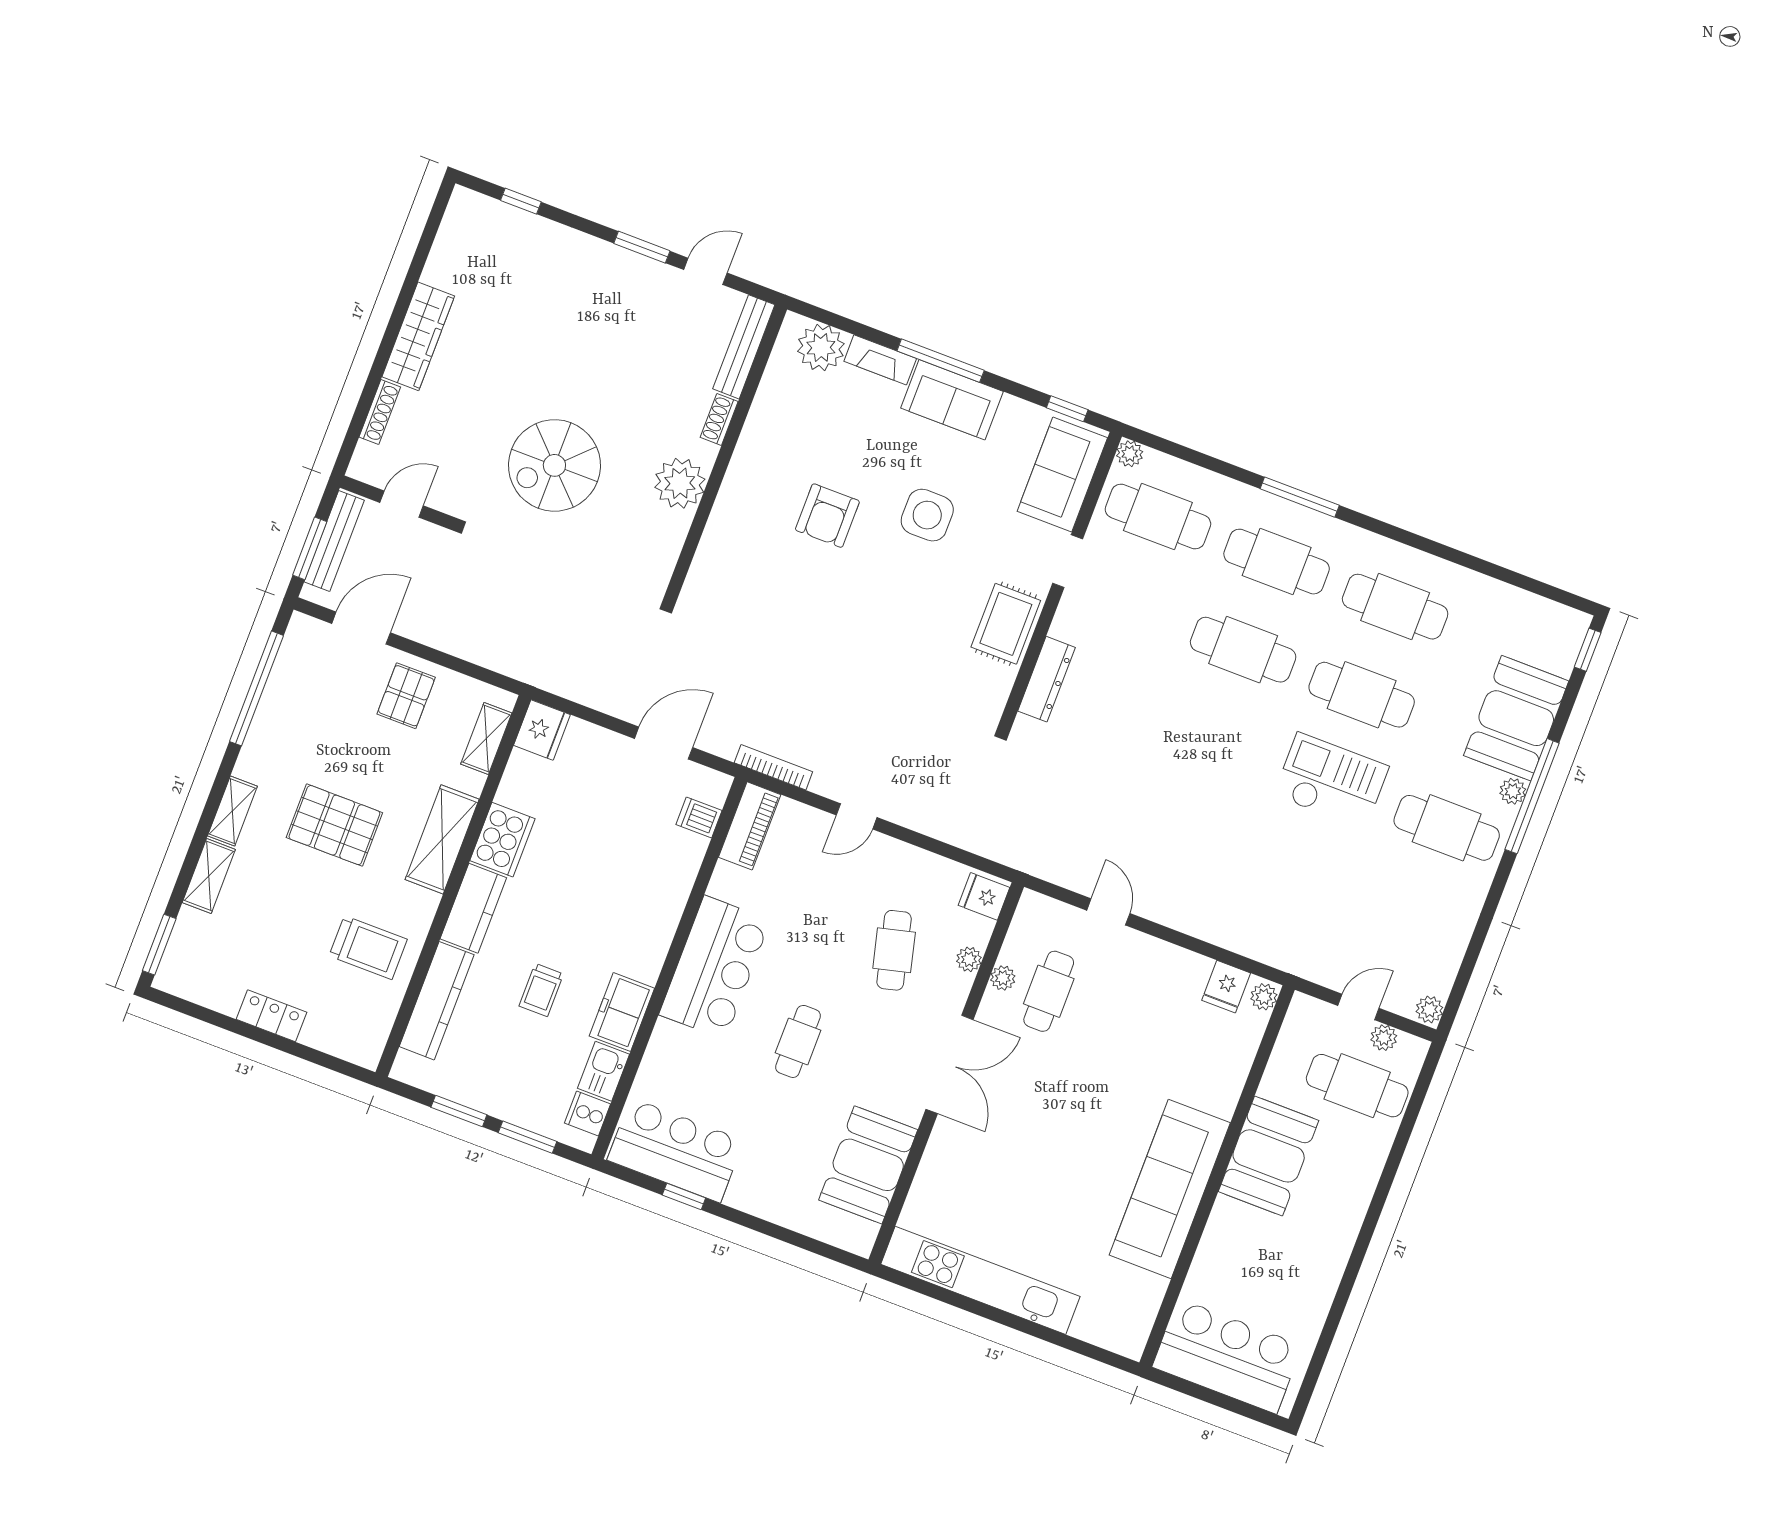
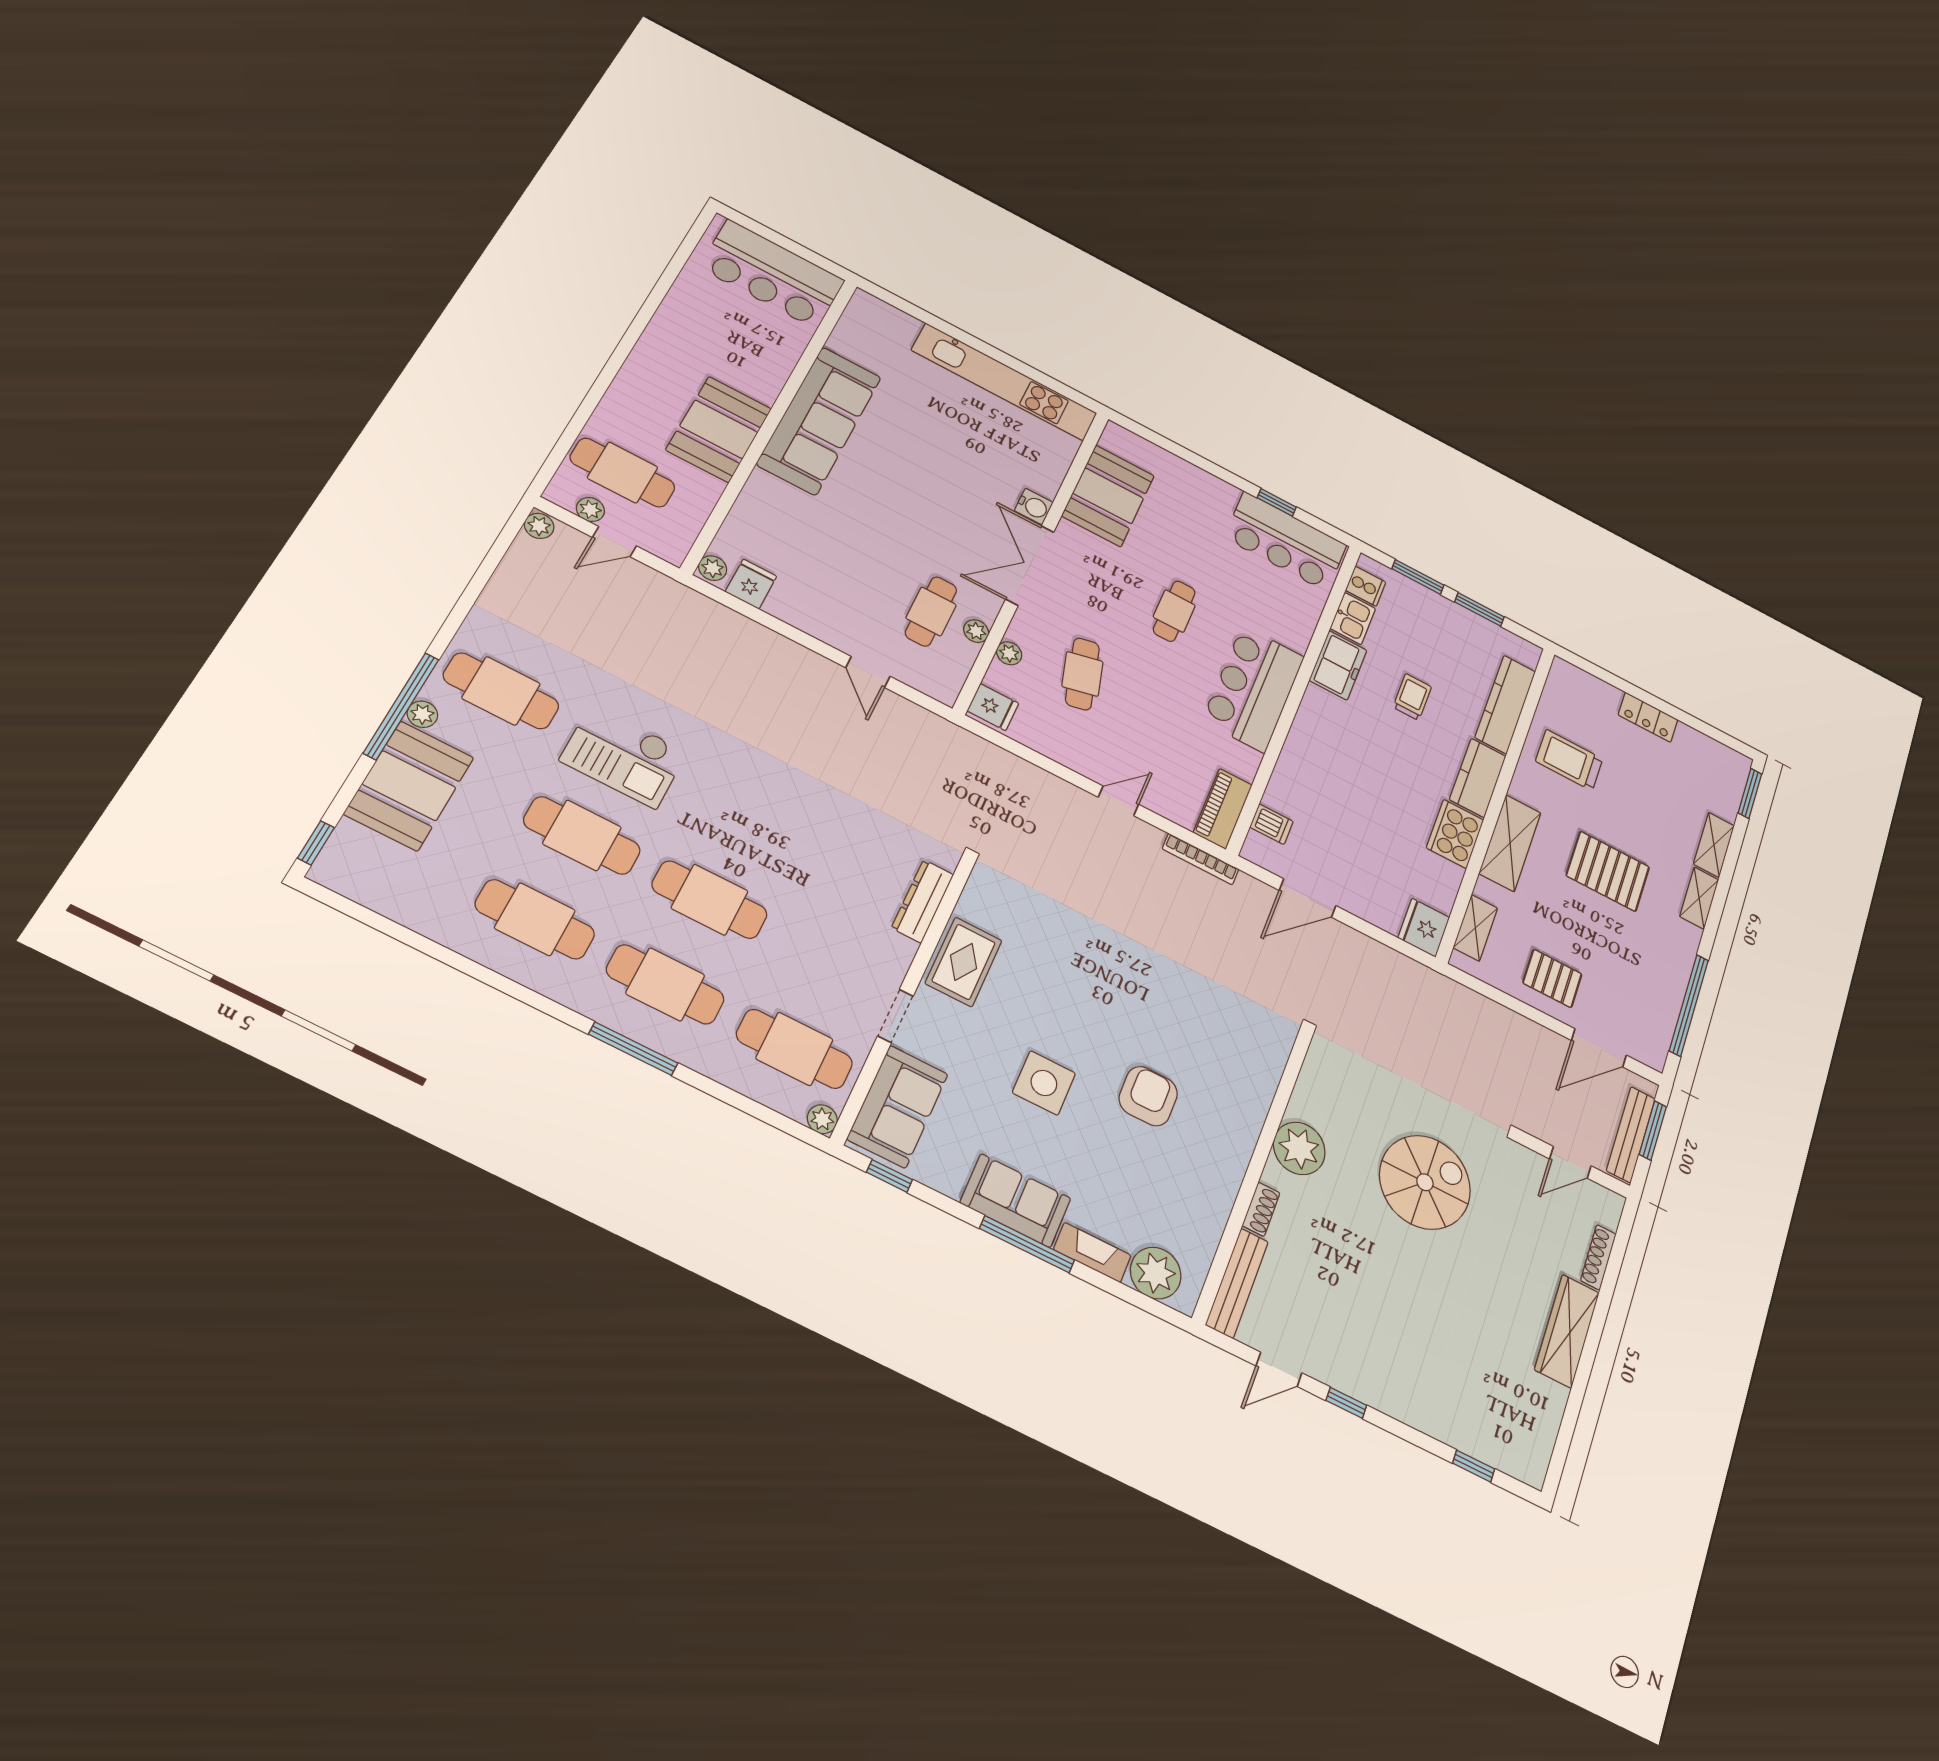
window: (642, 247) -> (1346, 1403), width x0.67
pallet: (406, 696) -> (1552, 978), turned 90
water cooler: (947, 1135) -> (1034, 506), added

